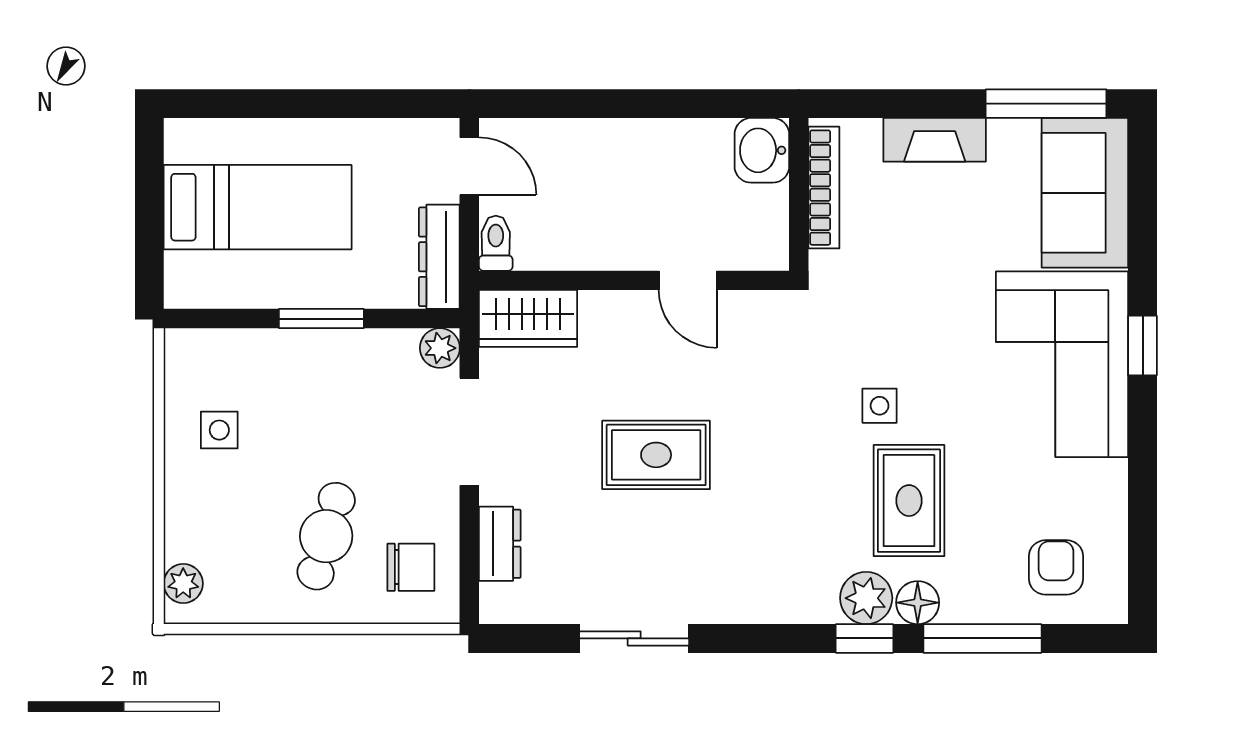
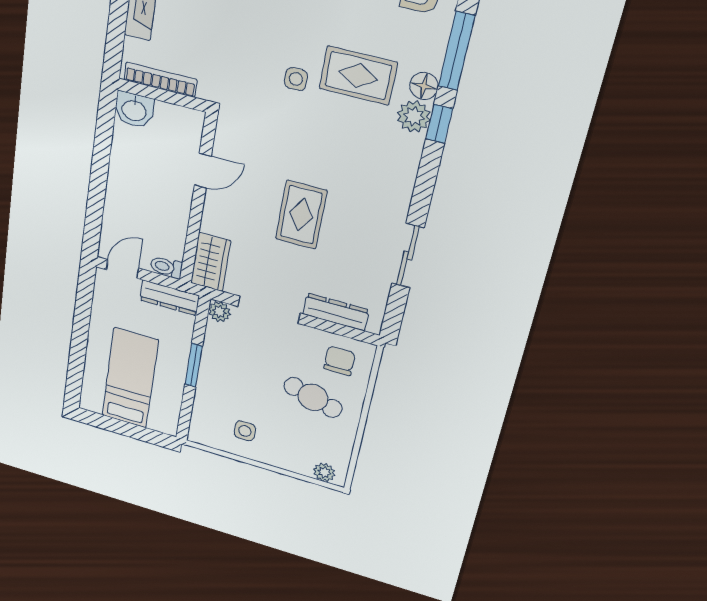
dresser: (500, 544) -> (336, 312), width x1.44

